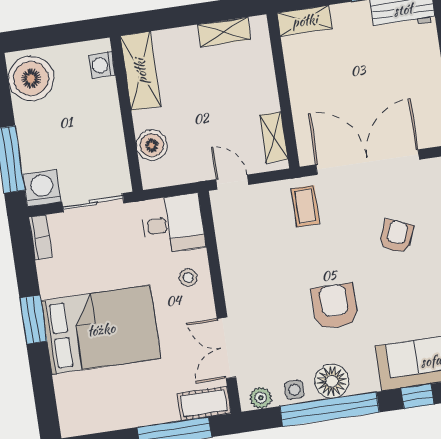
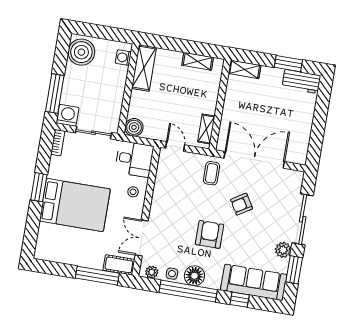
boiler: (152, 145) -> (134, 127), moved
armchair: (396, 236) -> (242, 204), moved, turned -144

